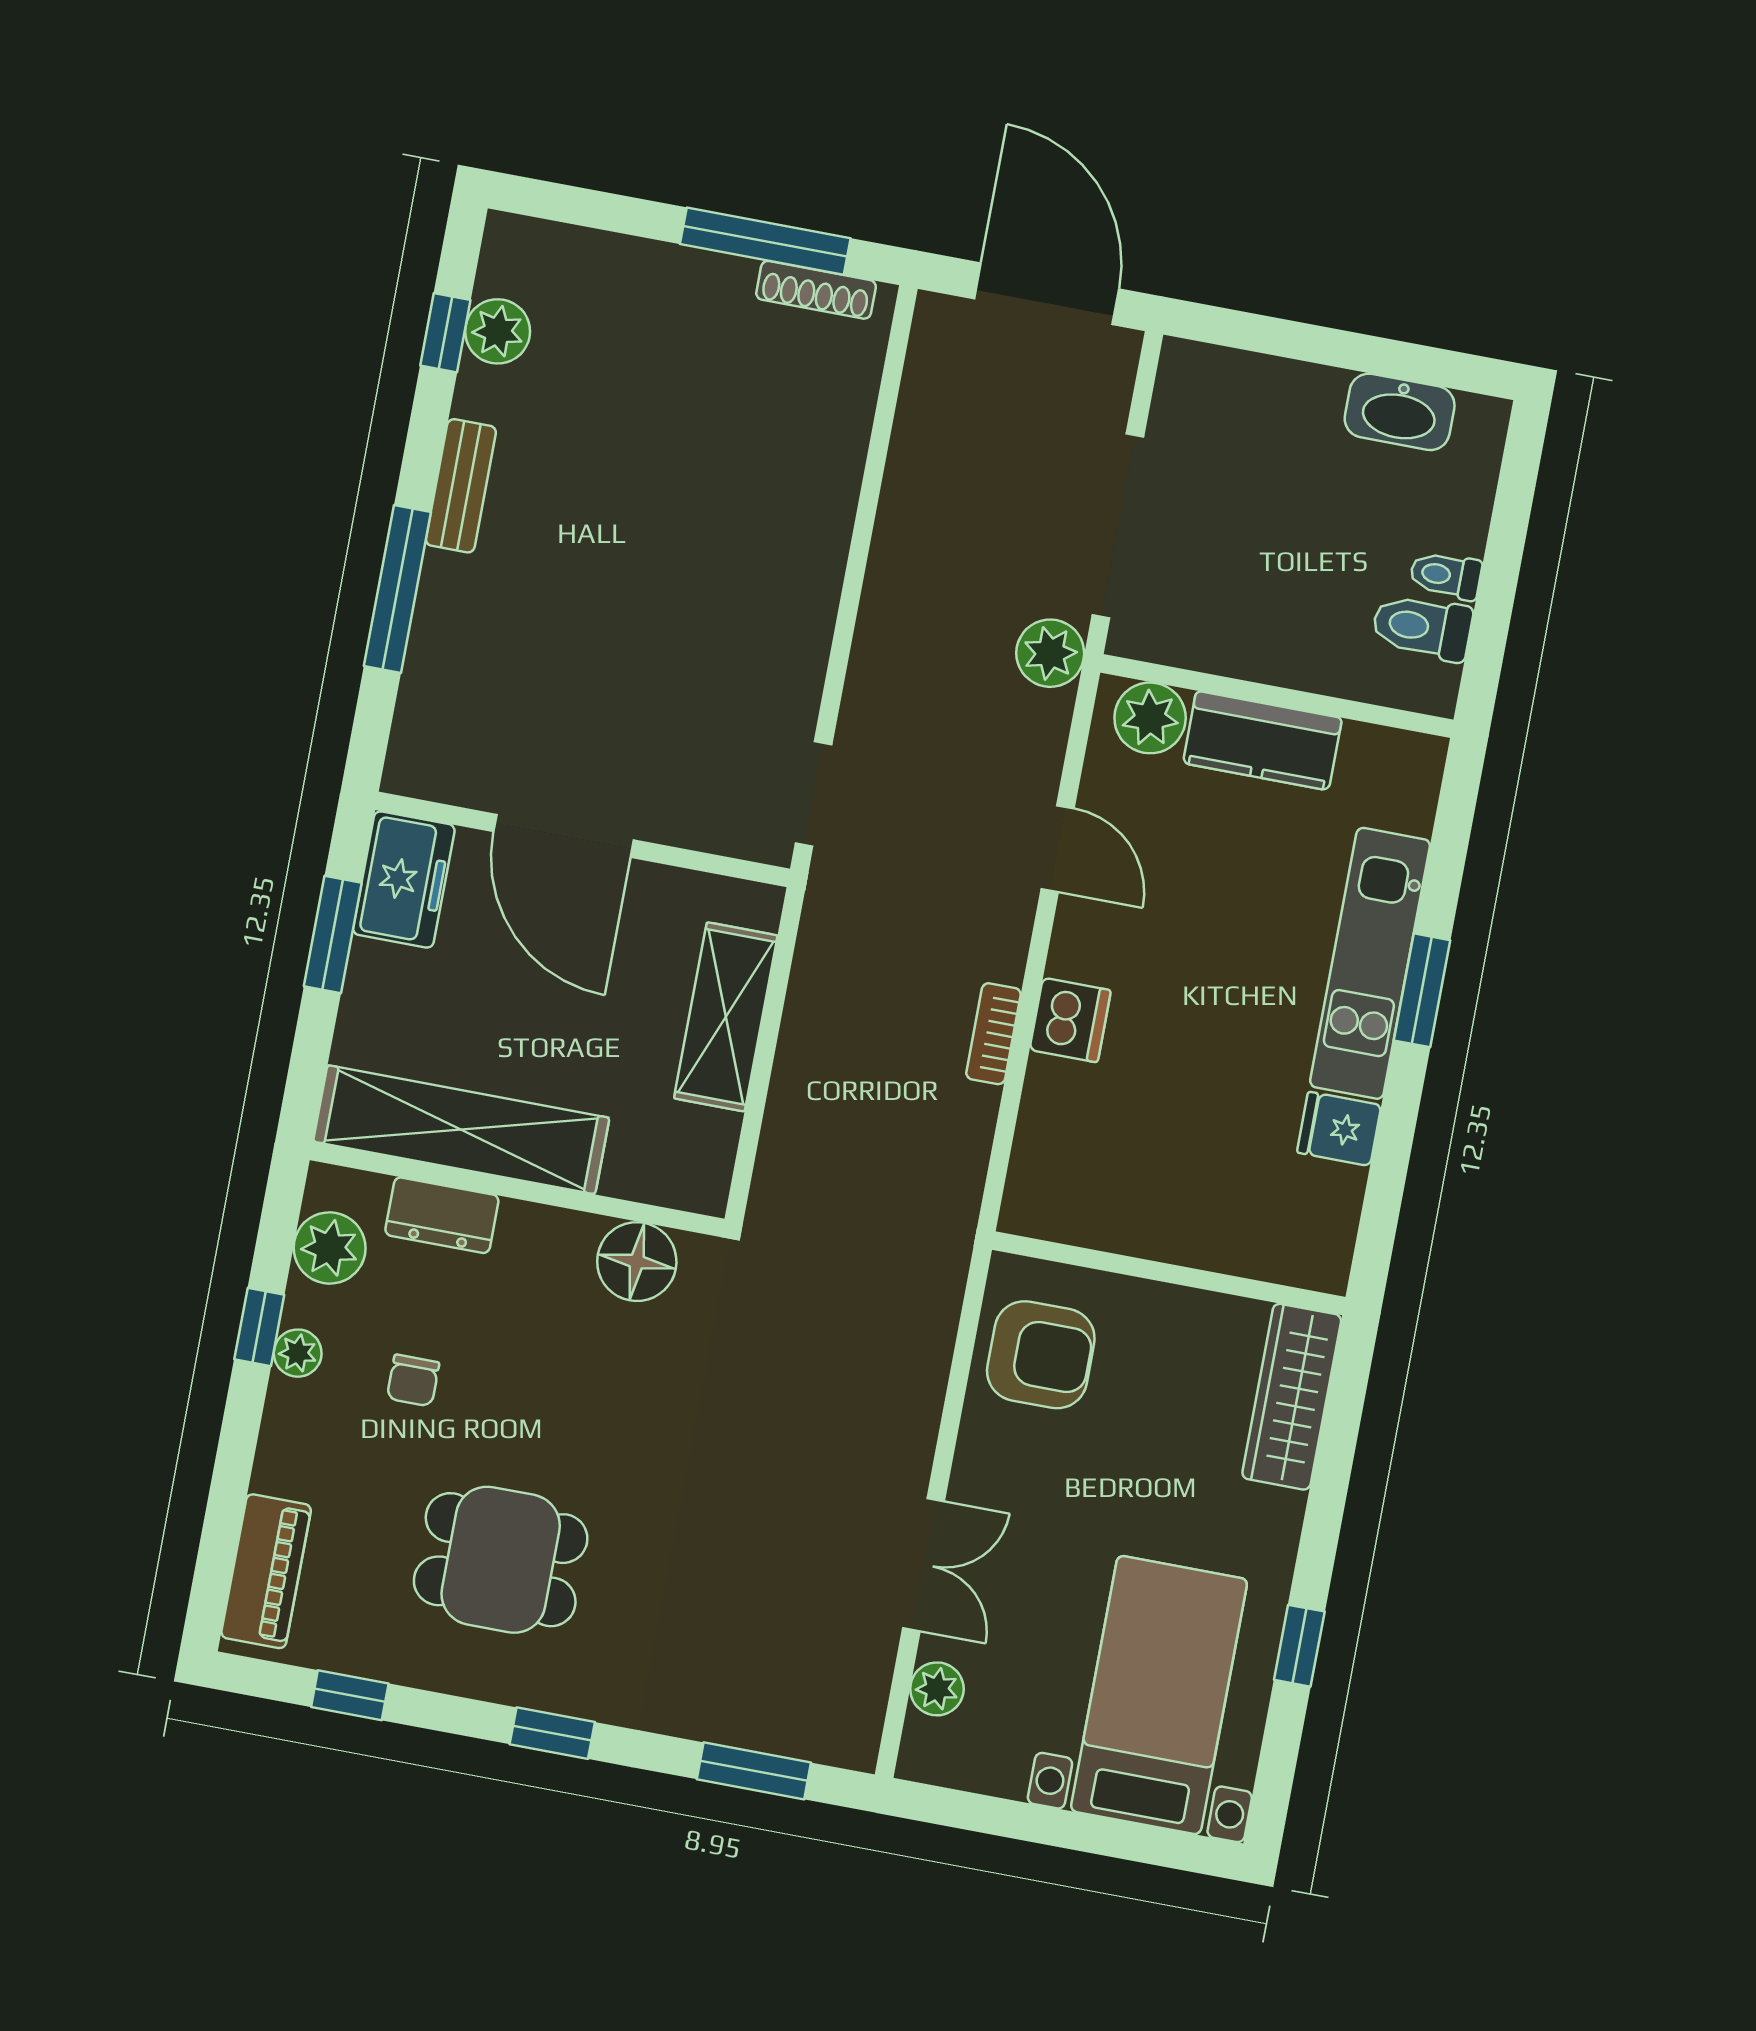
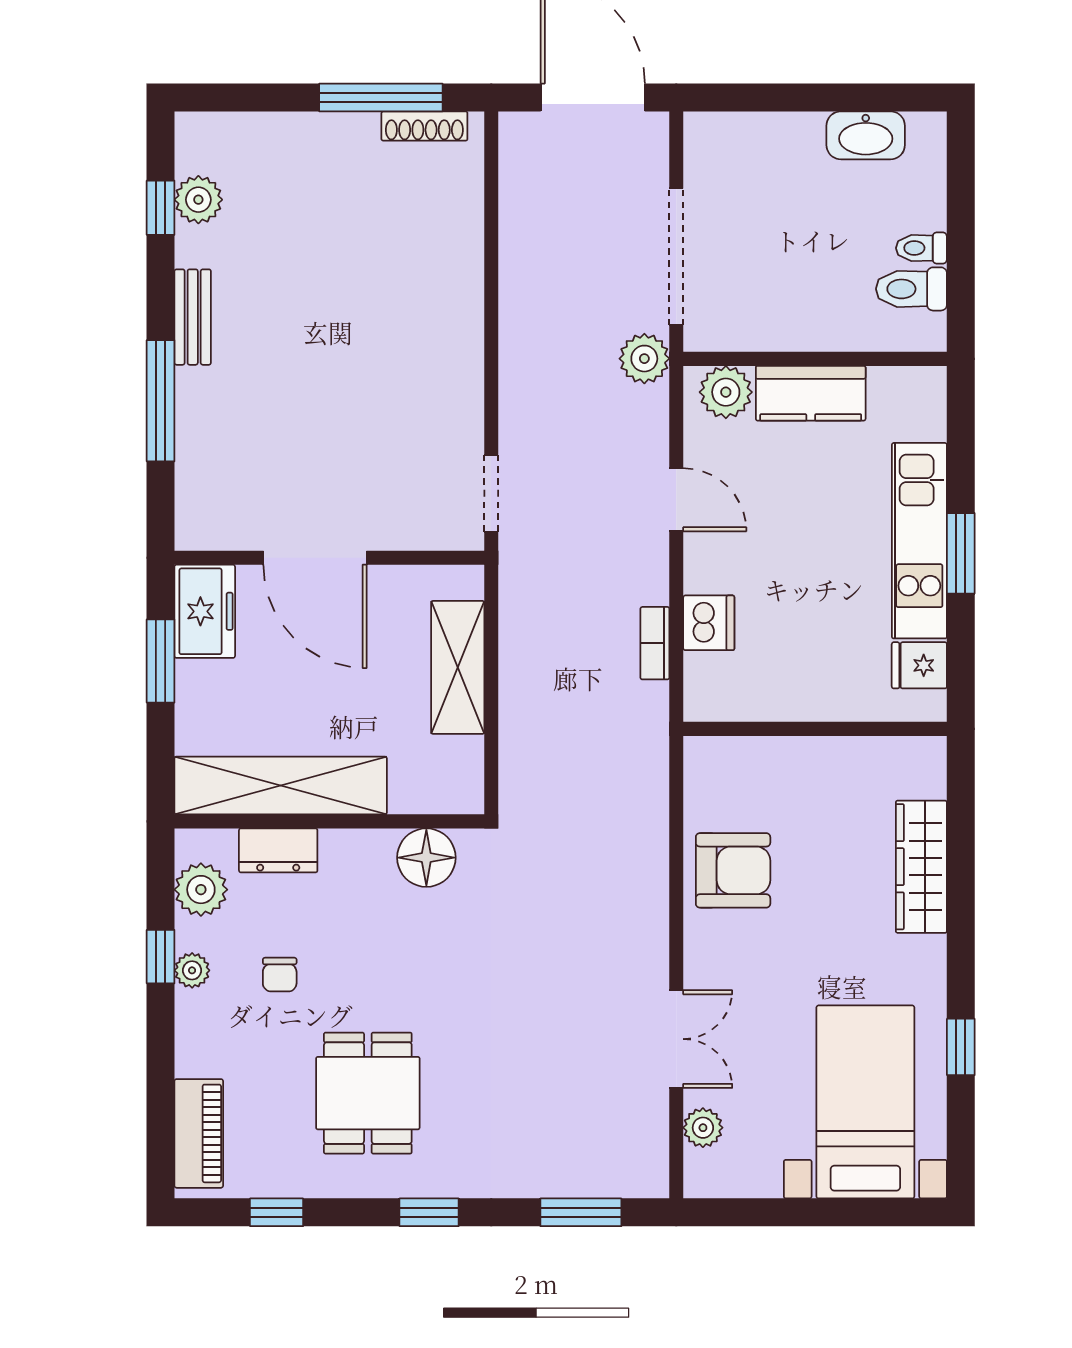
wall: (1169, 1273) -> (815, 729), moved
dining table: (501, 1560) -> (368, 1093), turned 90

